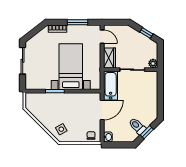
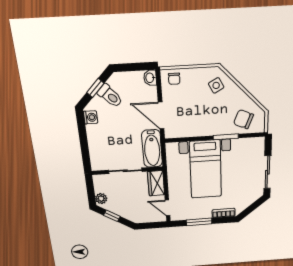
plant: (153, 63) -> (101, 199), moved
chair: (41, 104) -> (243, 119), added
door: (102, 110) -> (161, 116), hinge flipped
washing machine: (153, 112) -> (91, 117), added

